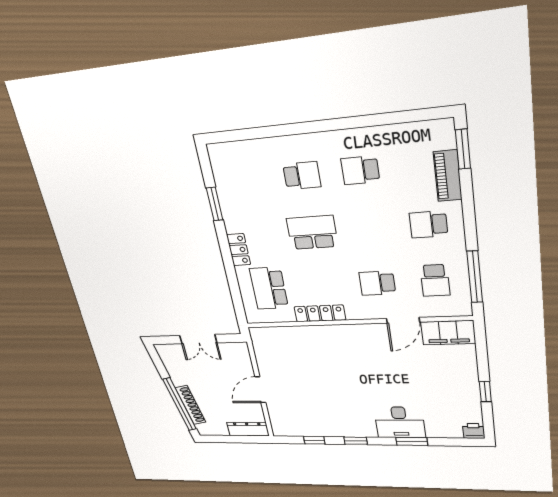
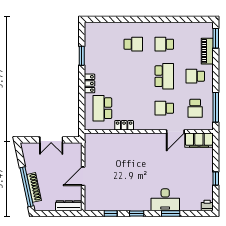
school desk: (312, 232) -> (164, 76), moved, turned 90
locker: (320, 313) -> (124, 125), width x0.66

